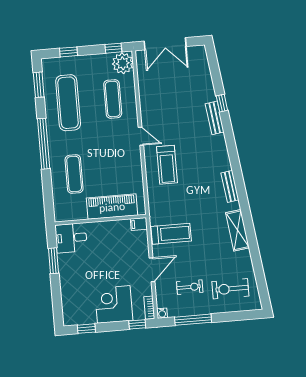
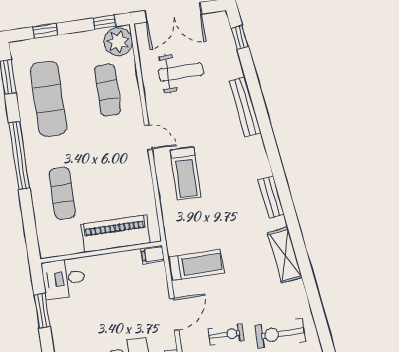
weight bench: (168, 89) -> (181, 72), added
window: (222, 103) -> (240, 37), moved
bench: (215, 118) -> (245, 107), width x1.36

